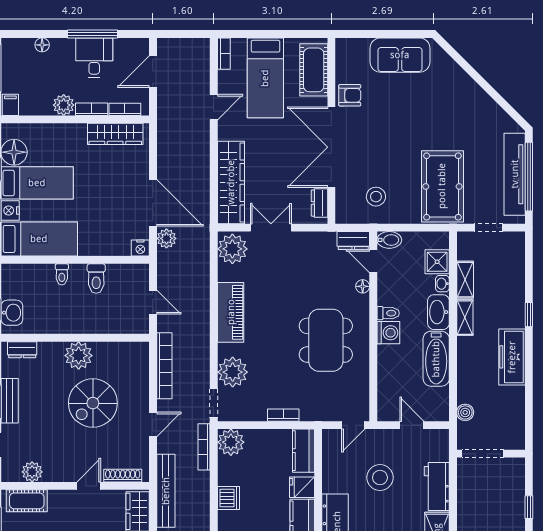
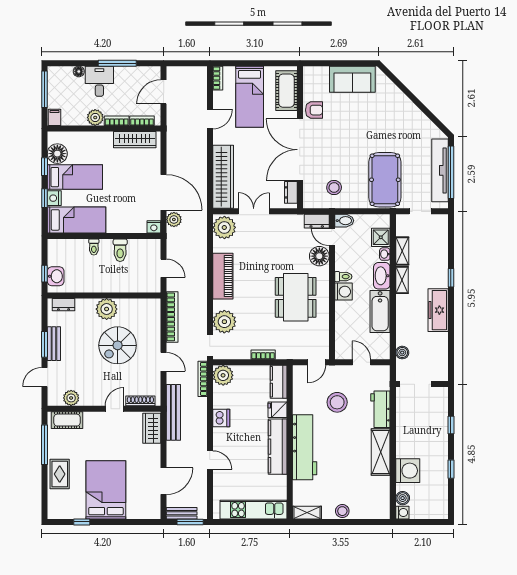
desk: (94, 58) -> (99, 81), moved
floor lamp: (363, 286) -> (319, 256), width x1.89, depth x1.89
door: (153, 424) -> (164, 362), hinge flipped

